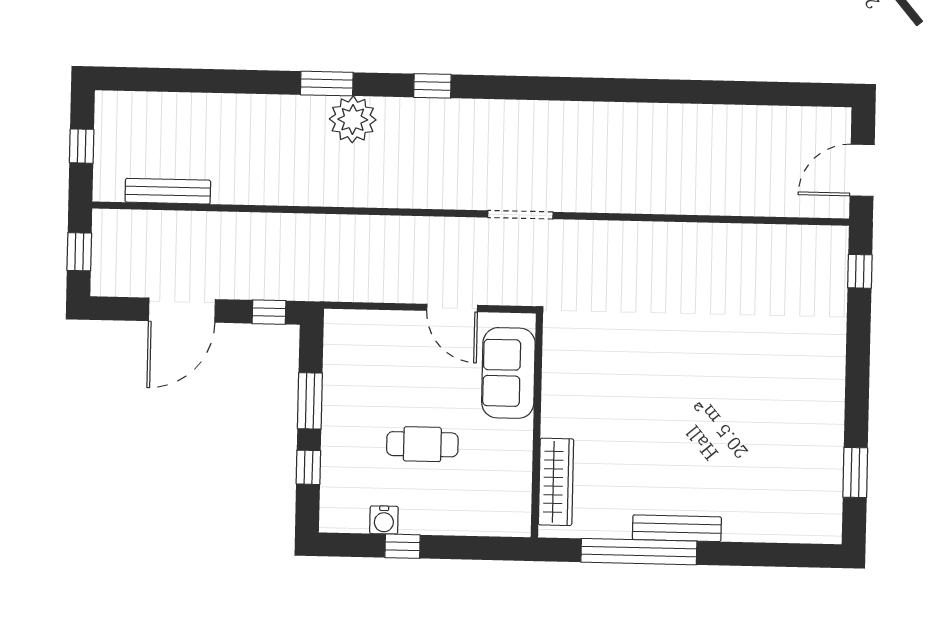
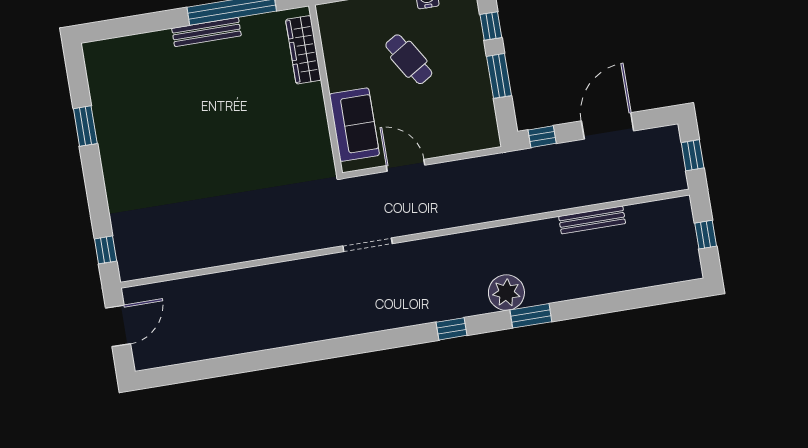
bench: (168, 191) -> (592, 220), moved
cafe table: (422, 444) -> (409, 59), turned 58
window: (855, 473) -> (85, 126), moved

